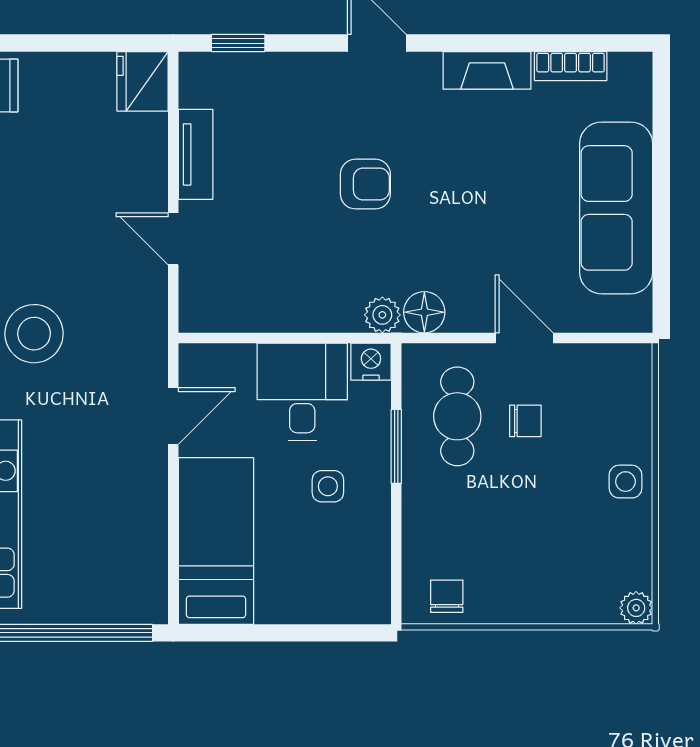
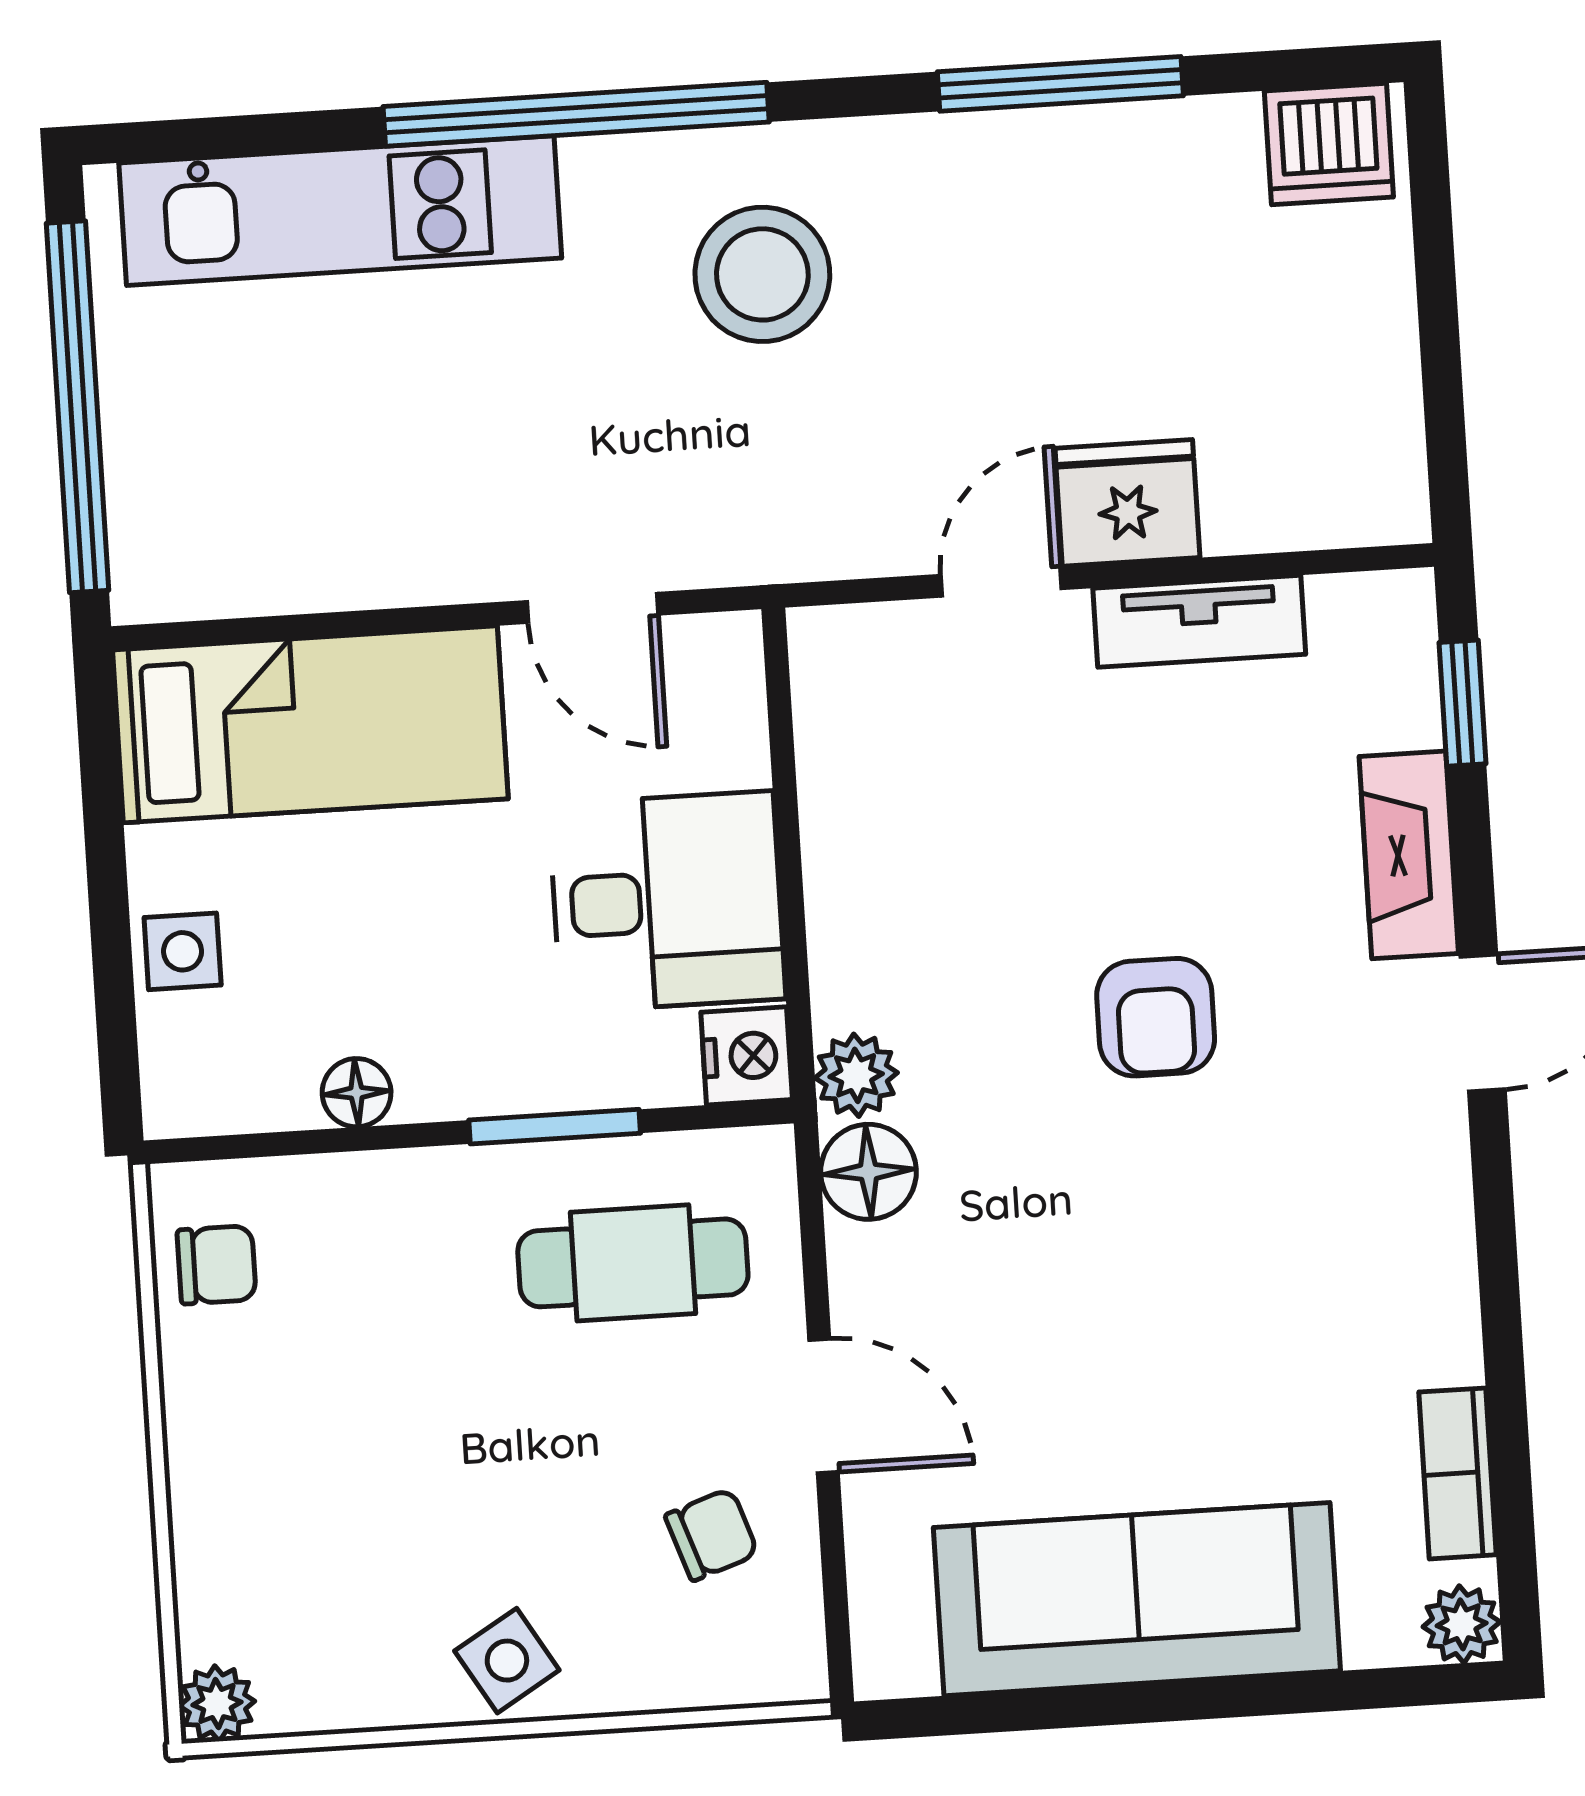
plant: (636, 68) -> (1462, 1624), added
fireplace: (487, 70) -> (1409, 855), moved
fridge: (143, 81) -> (1127, 503), moved
door: (524, 338) -> (823, 1406), hinge flipped
chair: (525, 421) -> (712, 1535), moved, turned -109
side table: (626, 482) -> (507, 1661), turned -31
side table: (328, 486) -> (183, 951), moved
floor lamp: (376, 531) -> (357, 1093), added

